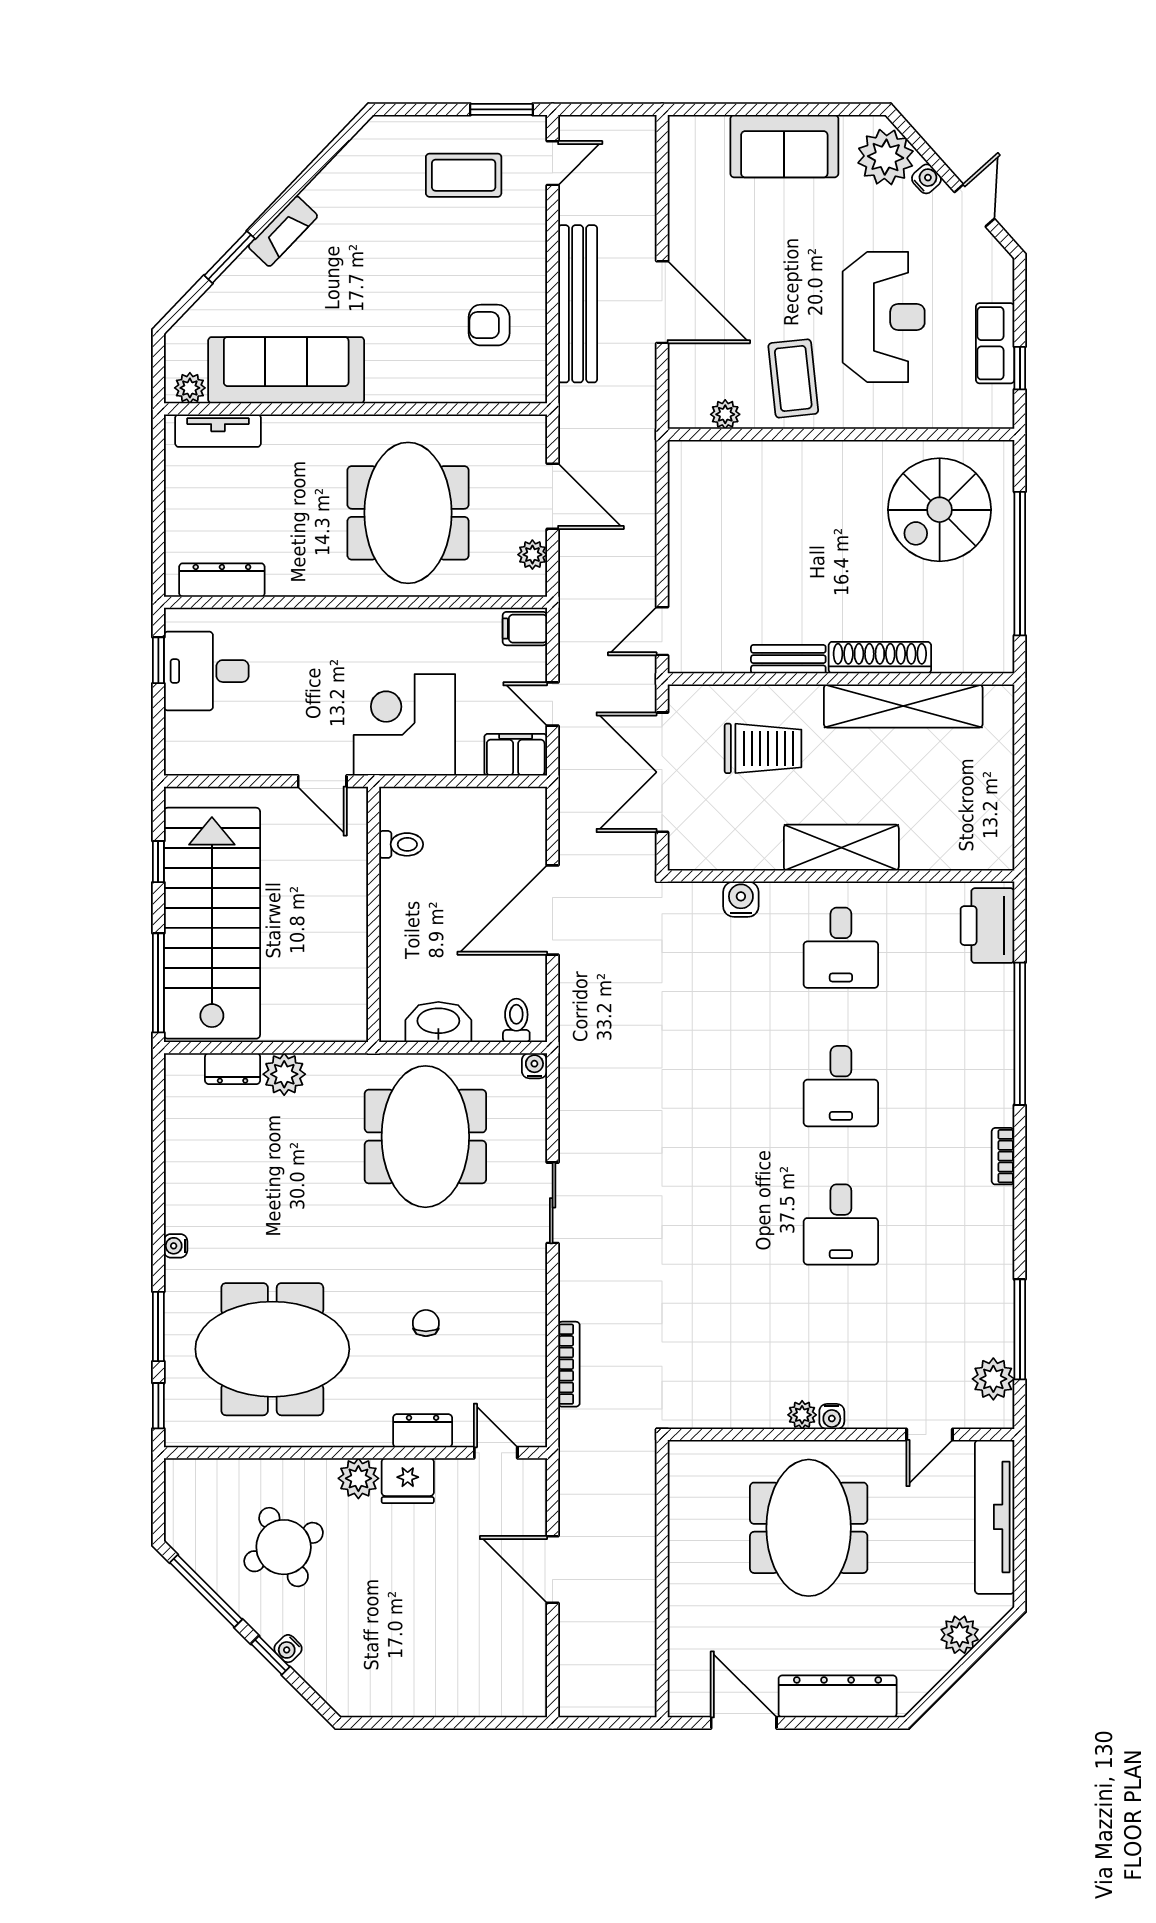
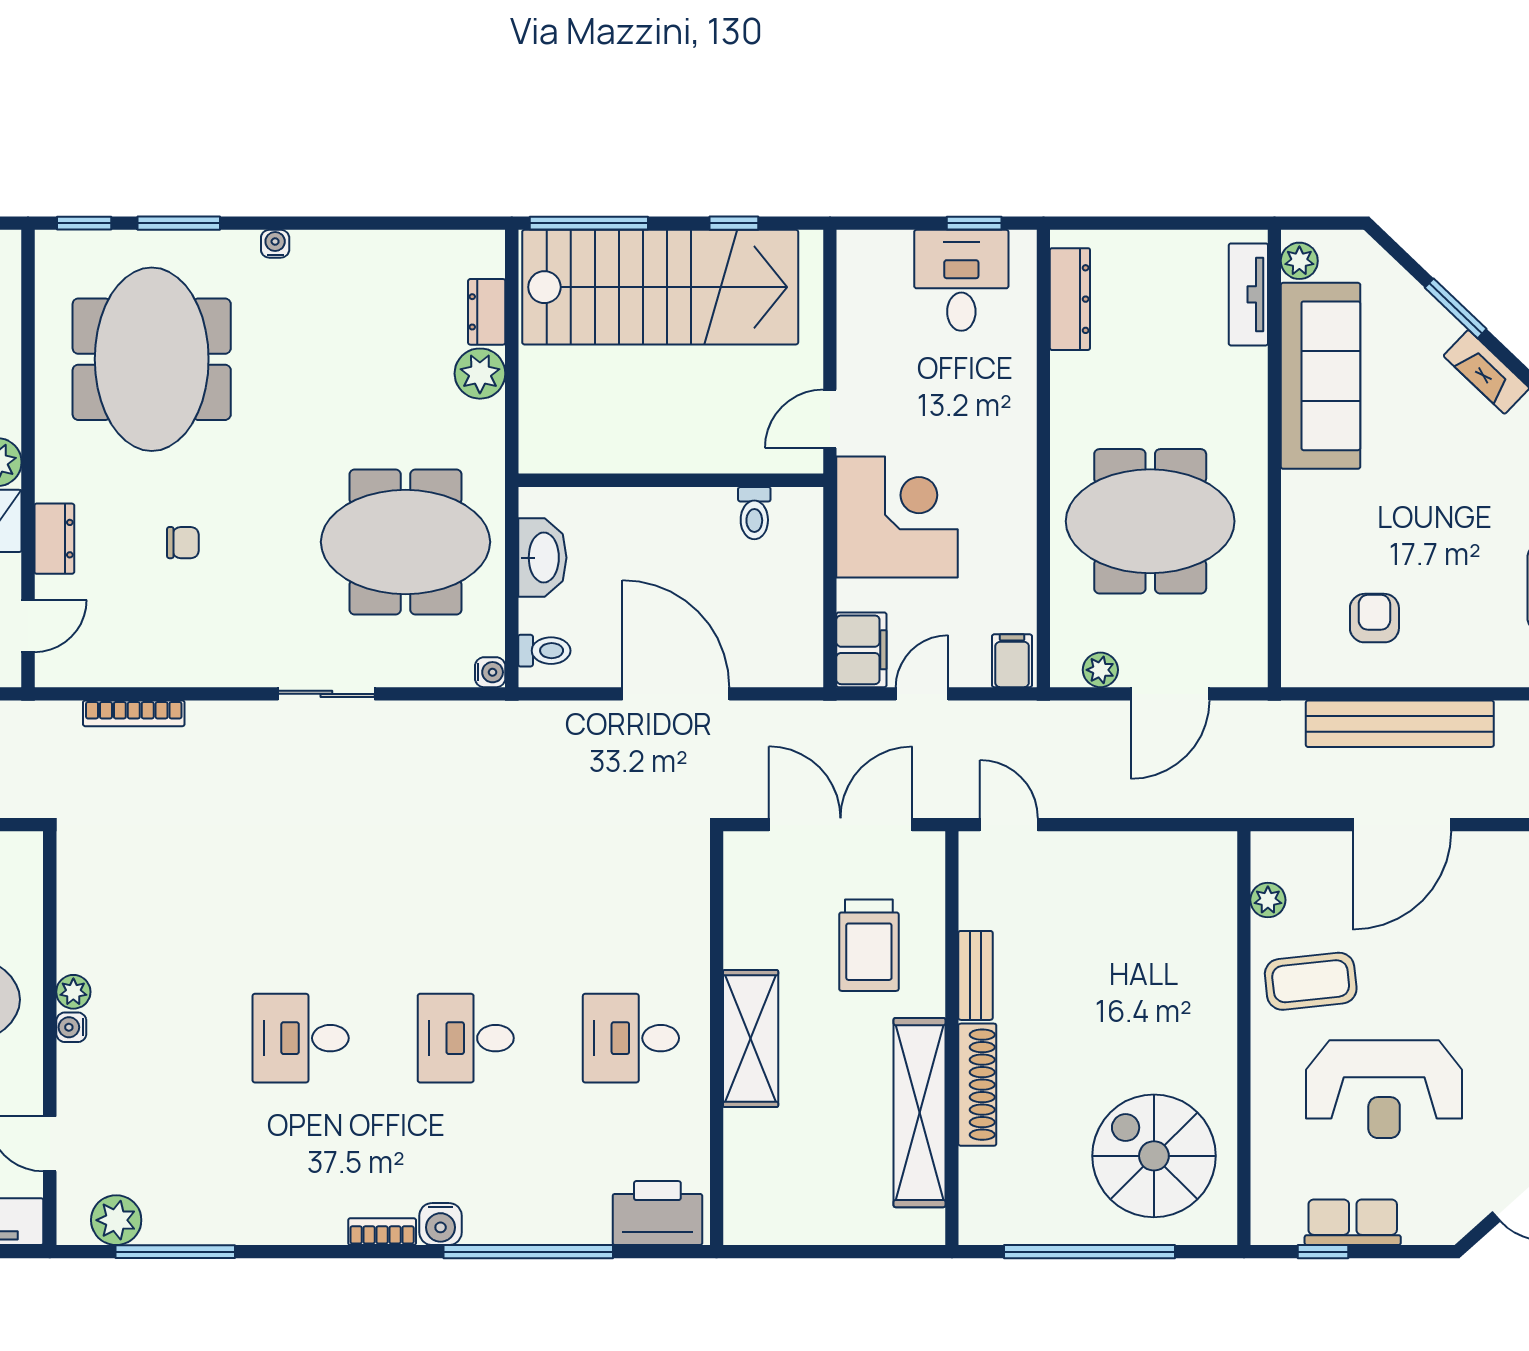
water cooler: (741, 899) -> (441, 1224), moved, turned 90

